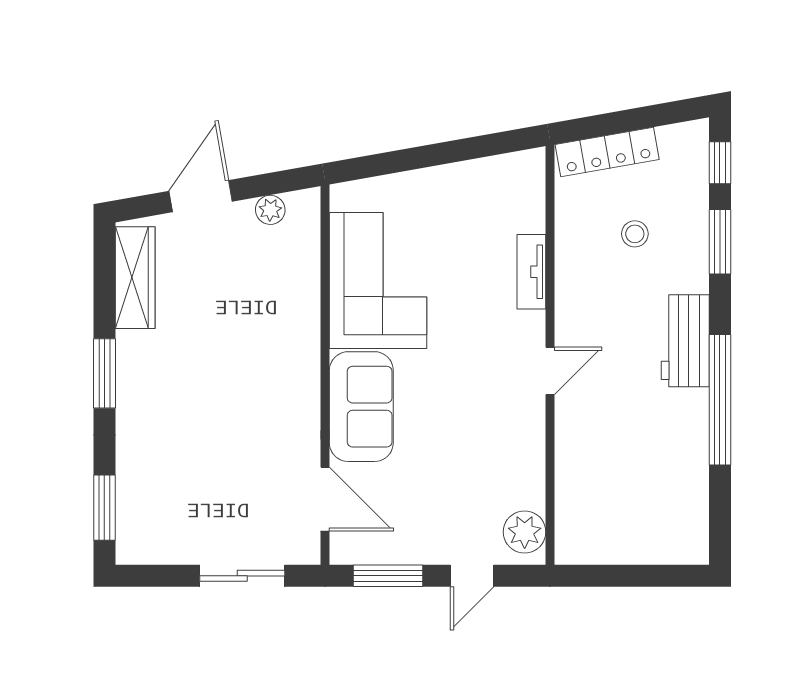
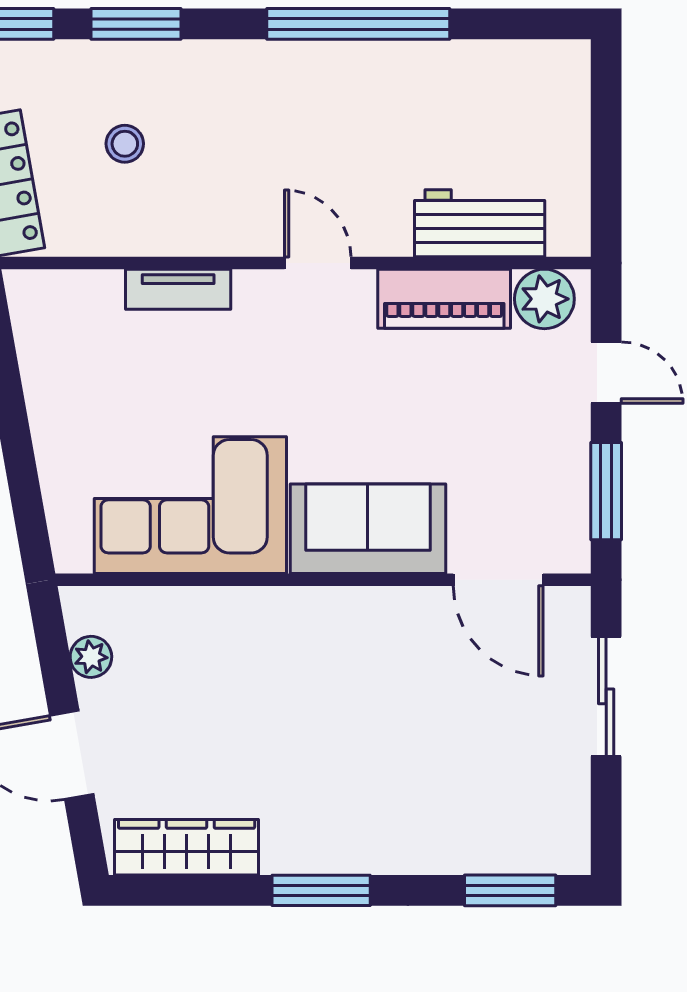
workbench: (685, 341) -> (480, 223), moved, turned 180
piano: (525, 461) -> (444, 299), added
door: (325, 499) -> (498, 580), swing flipped

